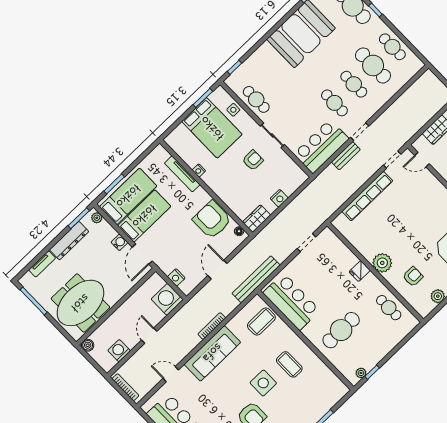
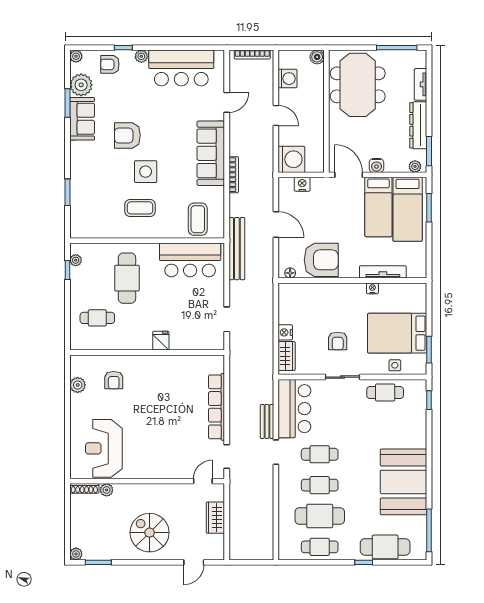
wardrobe: (256, 219) -> (287, 356), moved
plant: (382, 263) -> (149, 366), removed
cafe table: (389, 308) -> (97, 318), moved

